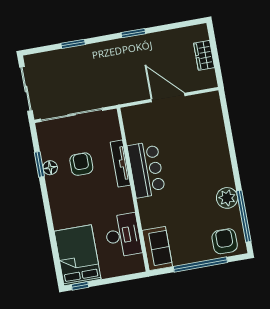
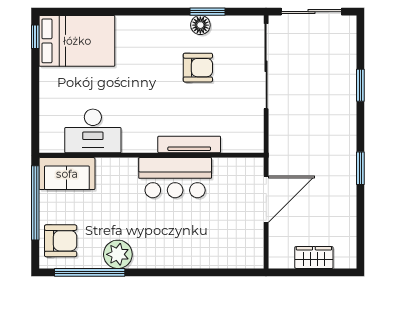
tv unit: (120, 164) -> (189, 144), moved
bar counter: (146, 170) -> (175, 178), moved
wall: (133, 190) -> (151, 155), moved
desk: (123, 235) -> (93, 131), moved
sofa: (157, 249) -> (67, 174), moved

